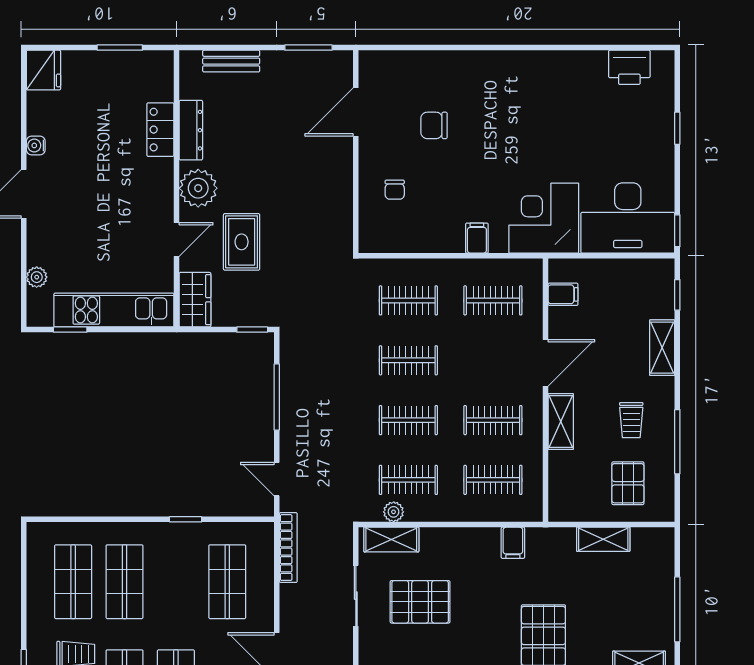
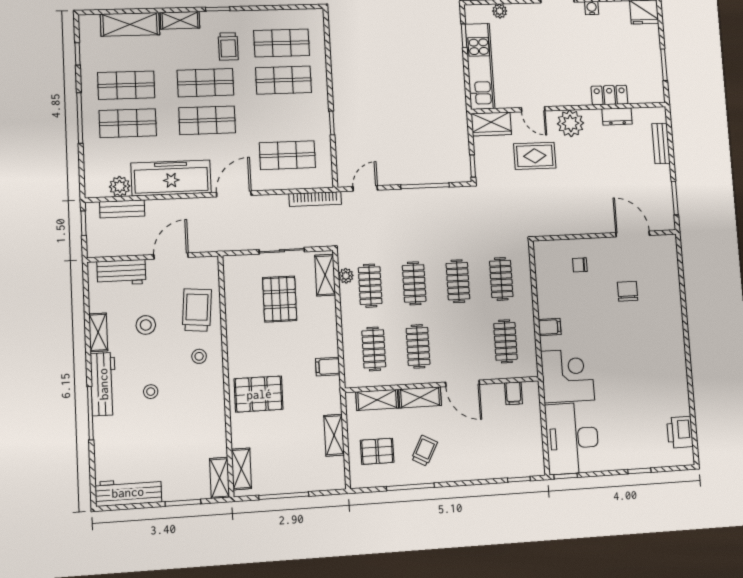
dresser: (191, 130) -> (617, 116), width x0.70
shelving: (662, 348) -> (377, 400), moved
trolley: (631, 420) -> (424, 451), turned 118

